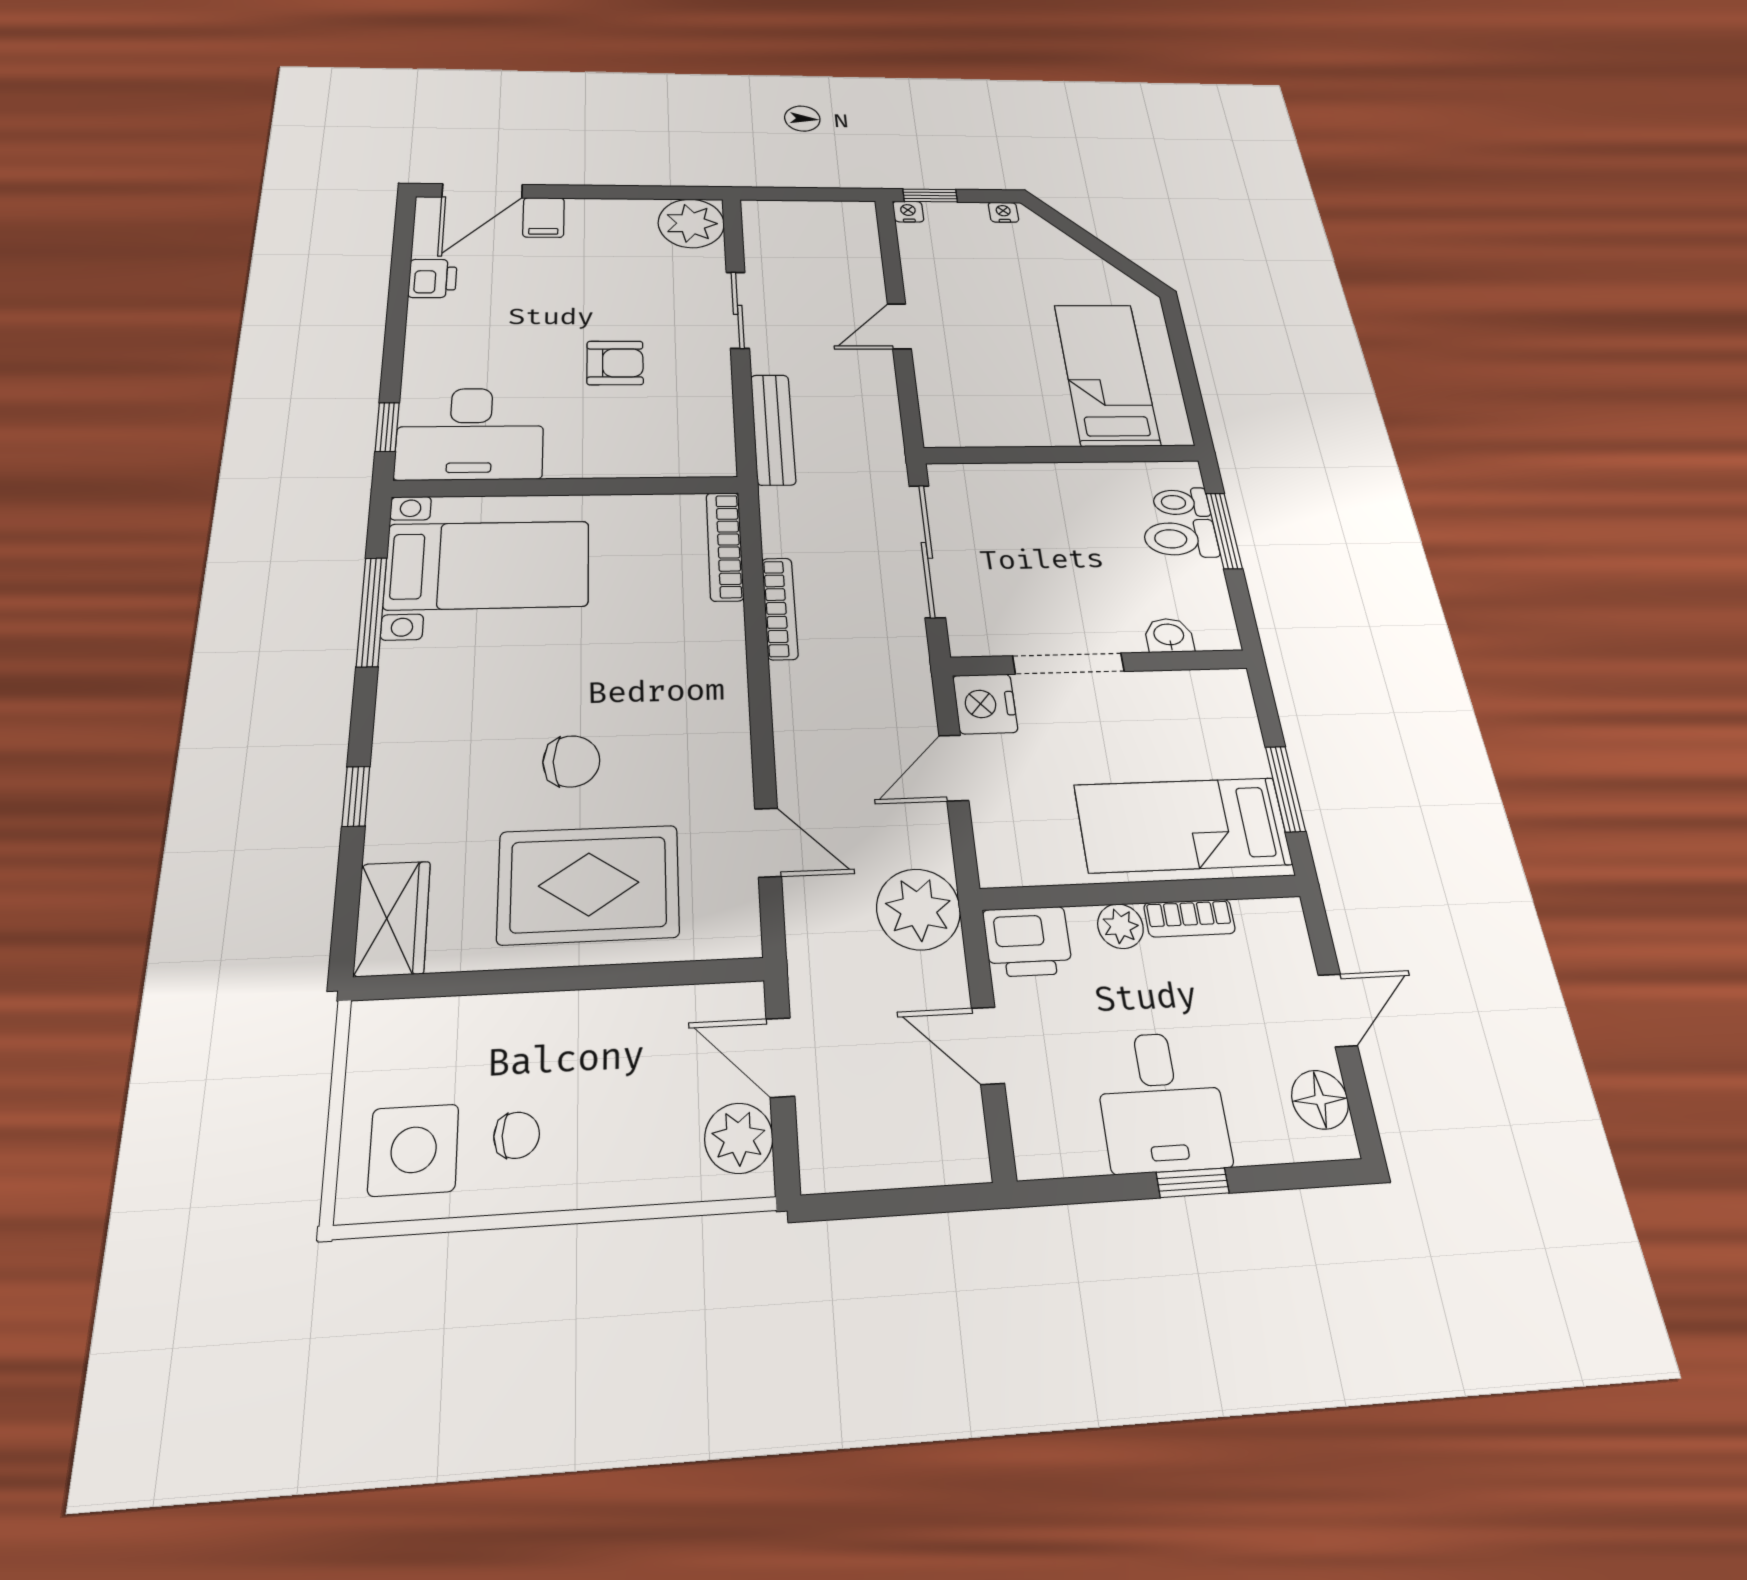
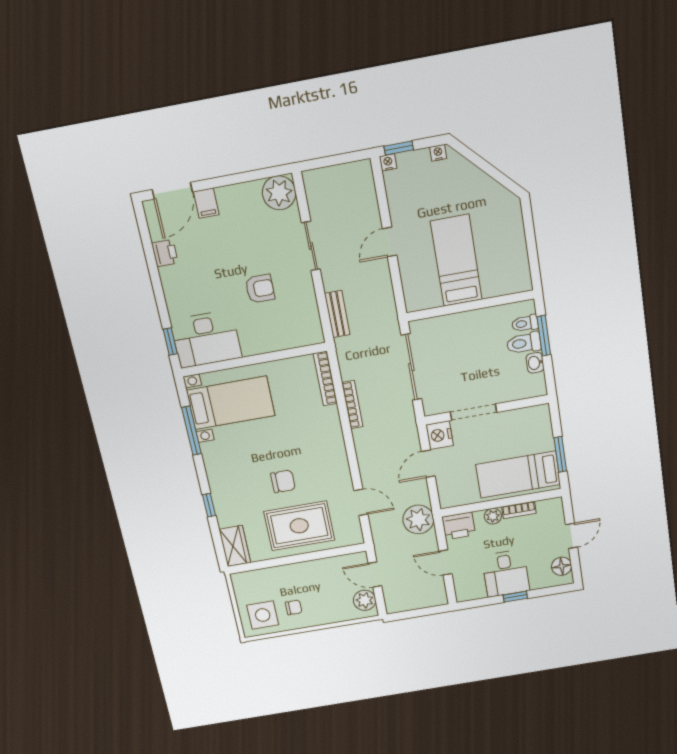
bed: (1107, 374) -> (456, 260), moved
bench: (773, 429) -> (337, 314), width x0.73
washbasin: (1169, 635) -> (535, 363), moved, turned -90

